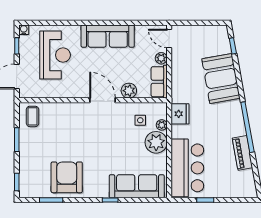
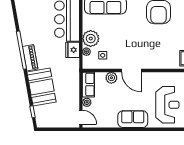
sofa: (108, 36) -> (133, 119), width x0.73
reception desk: (55, 55) -> (167, 105), turned 180
fridge: (180, 114) -> (73, 50), moved
piano: (242, 153) -> (30, 58), moved

